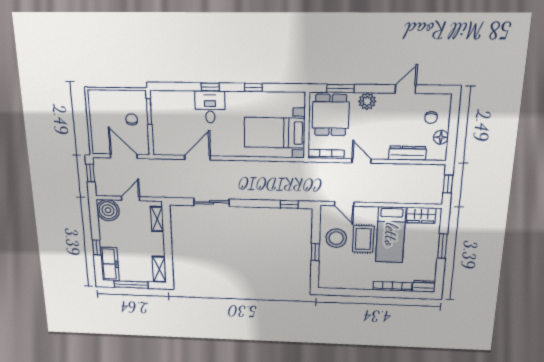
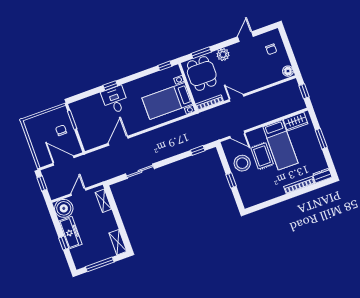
window: (253, 87) -> (165, 66), moved
floor lamp: (441, 137) -> (288, 71), moved
dresser: (407, 153) -> (266, 80), removed
freezer: (110, 264) -> (70, 233), moved

